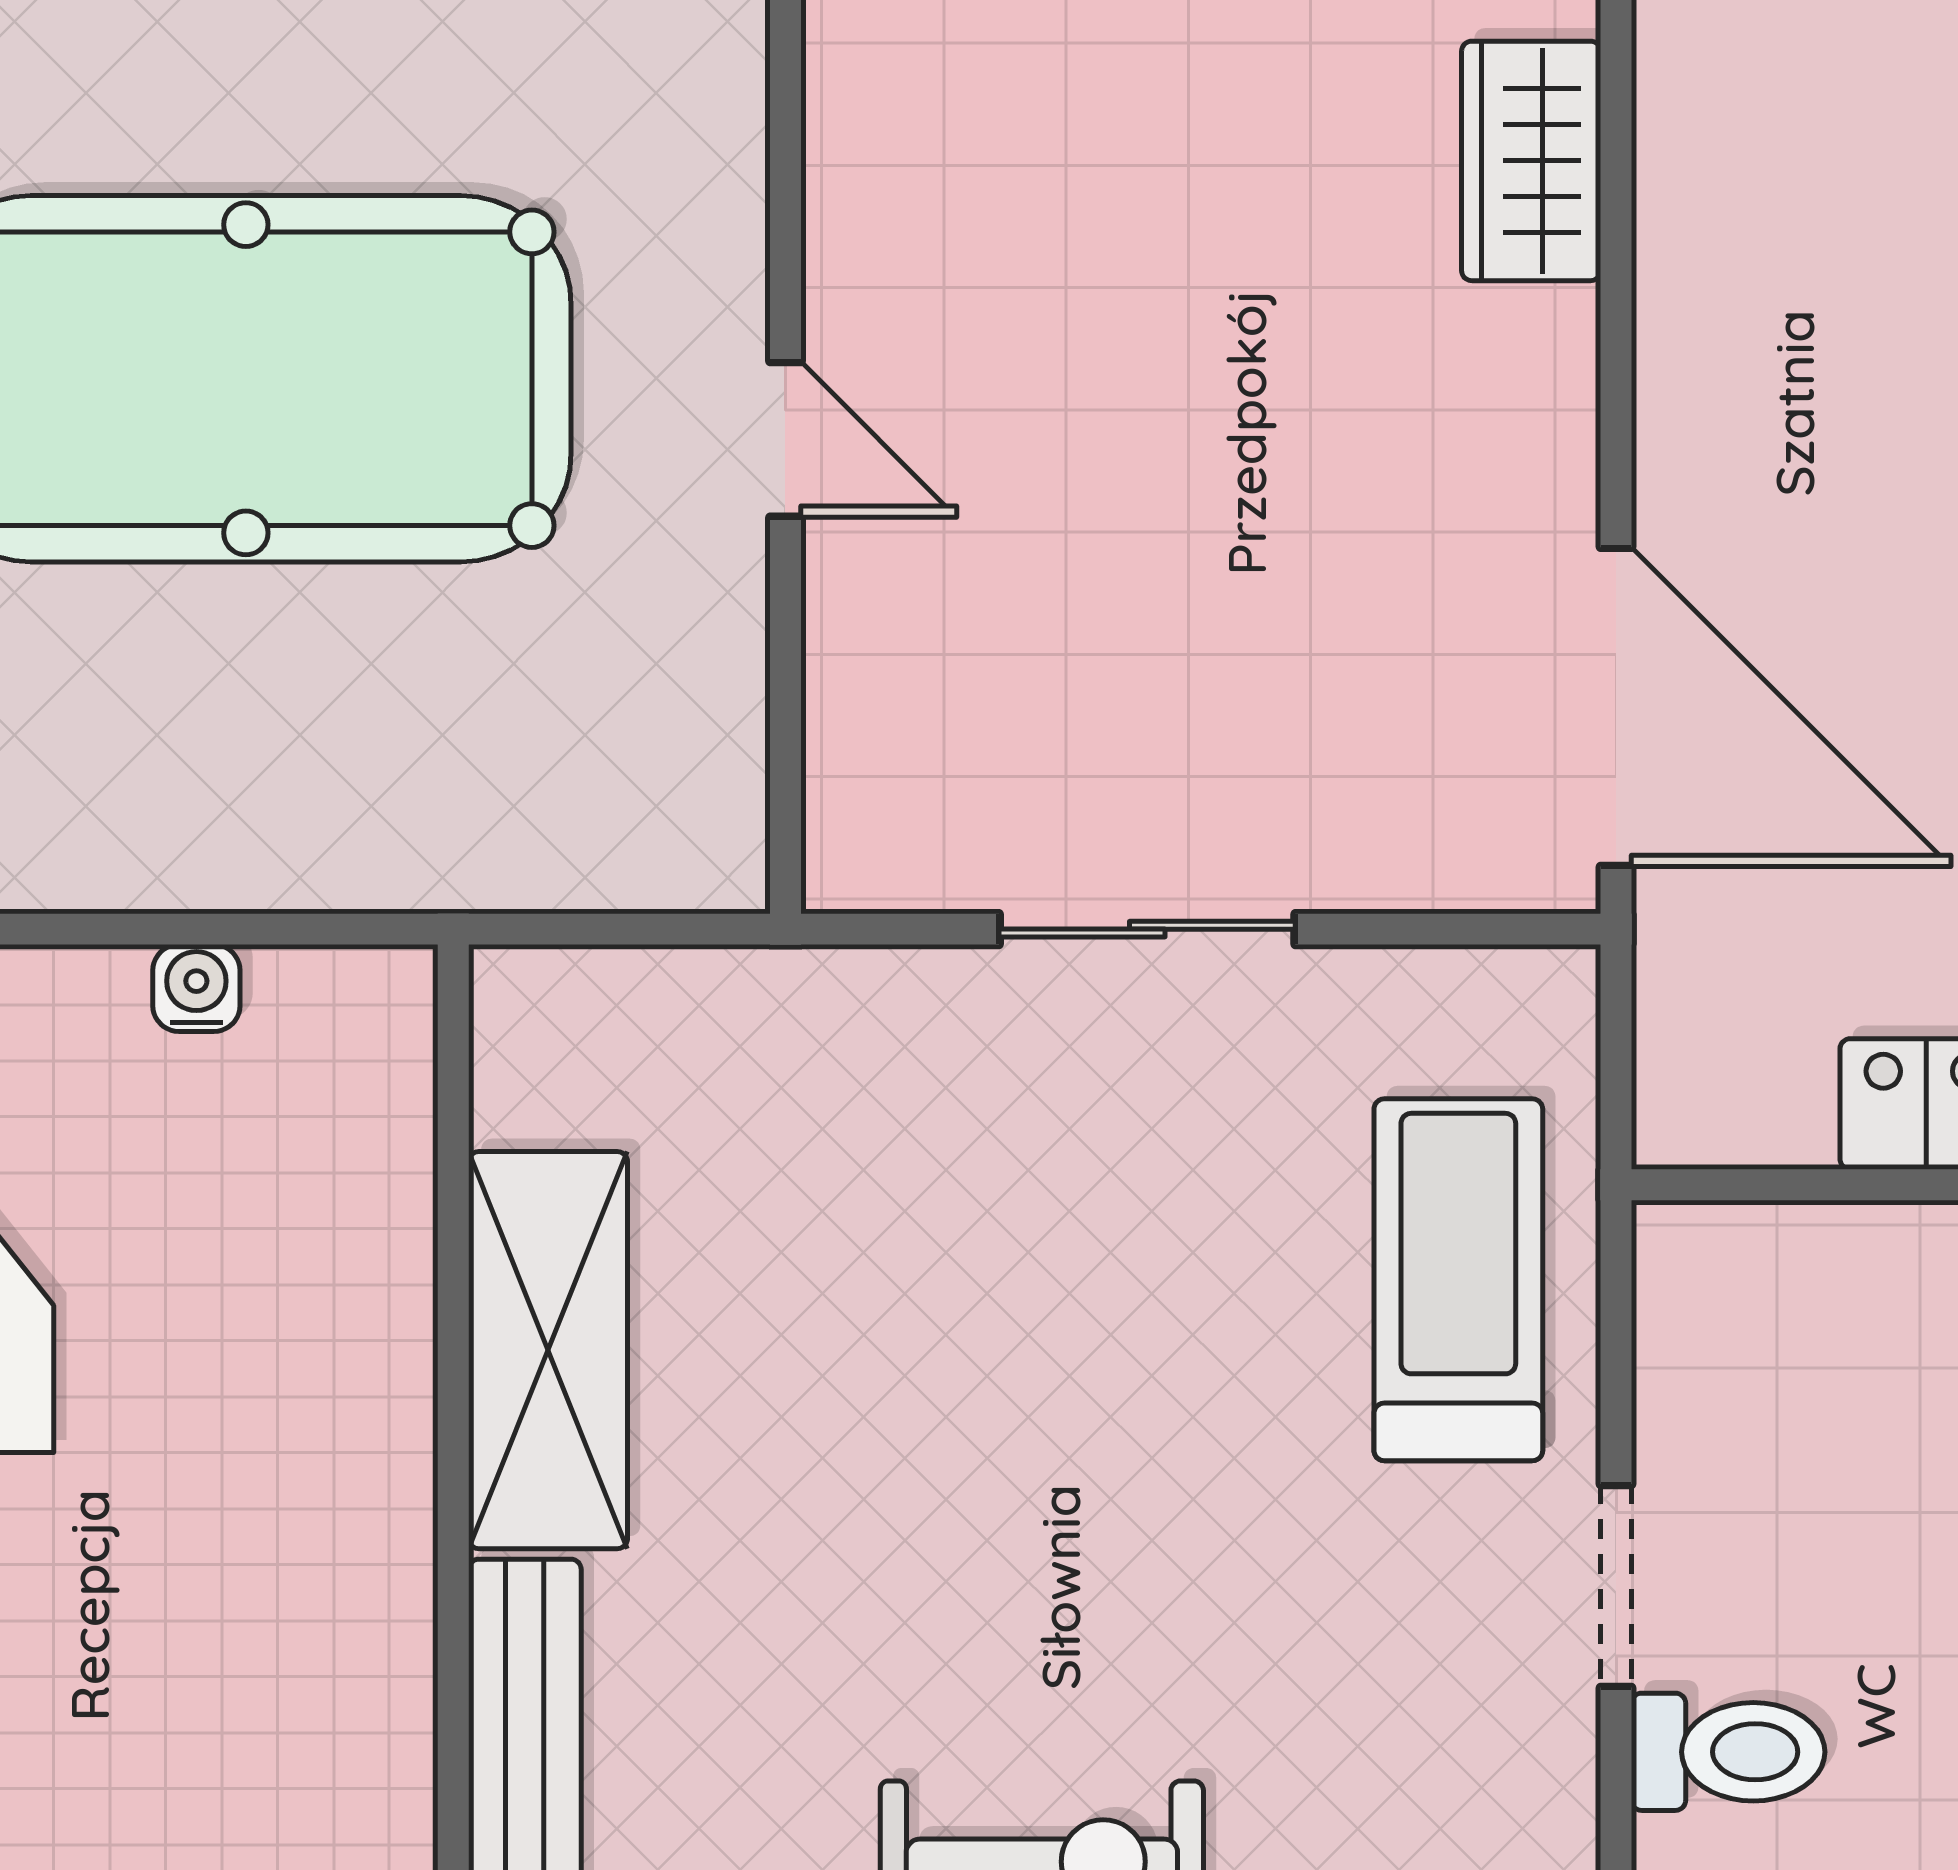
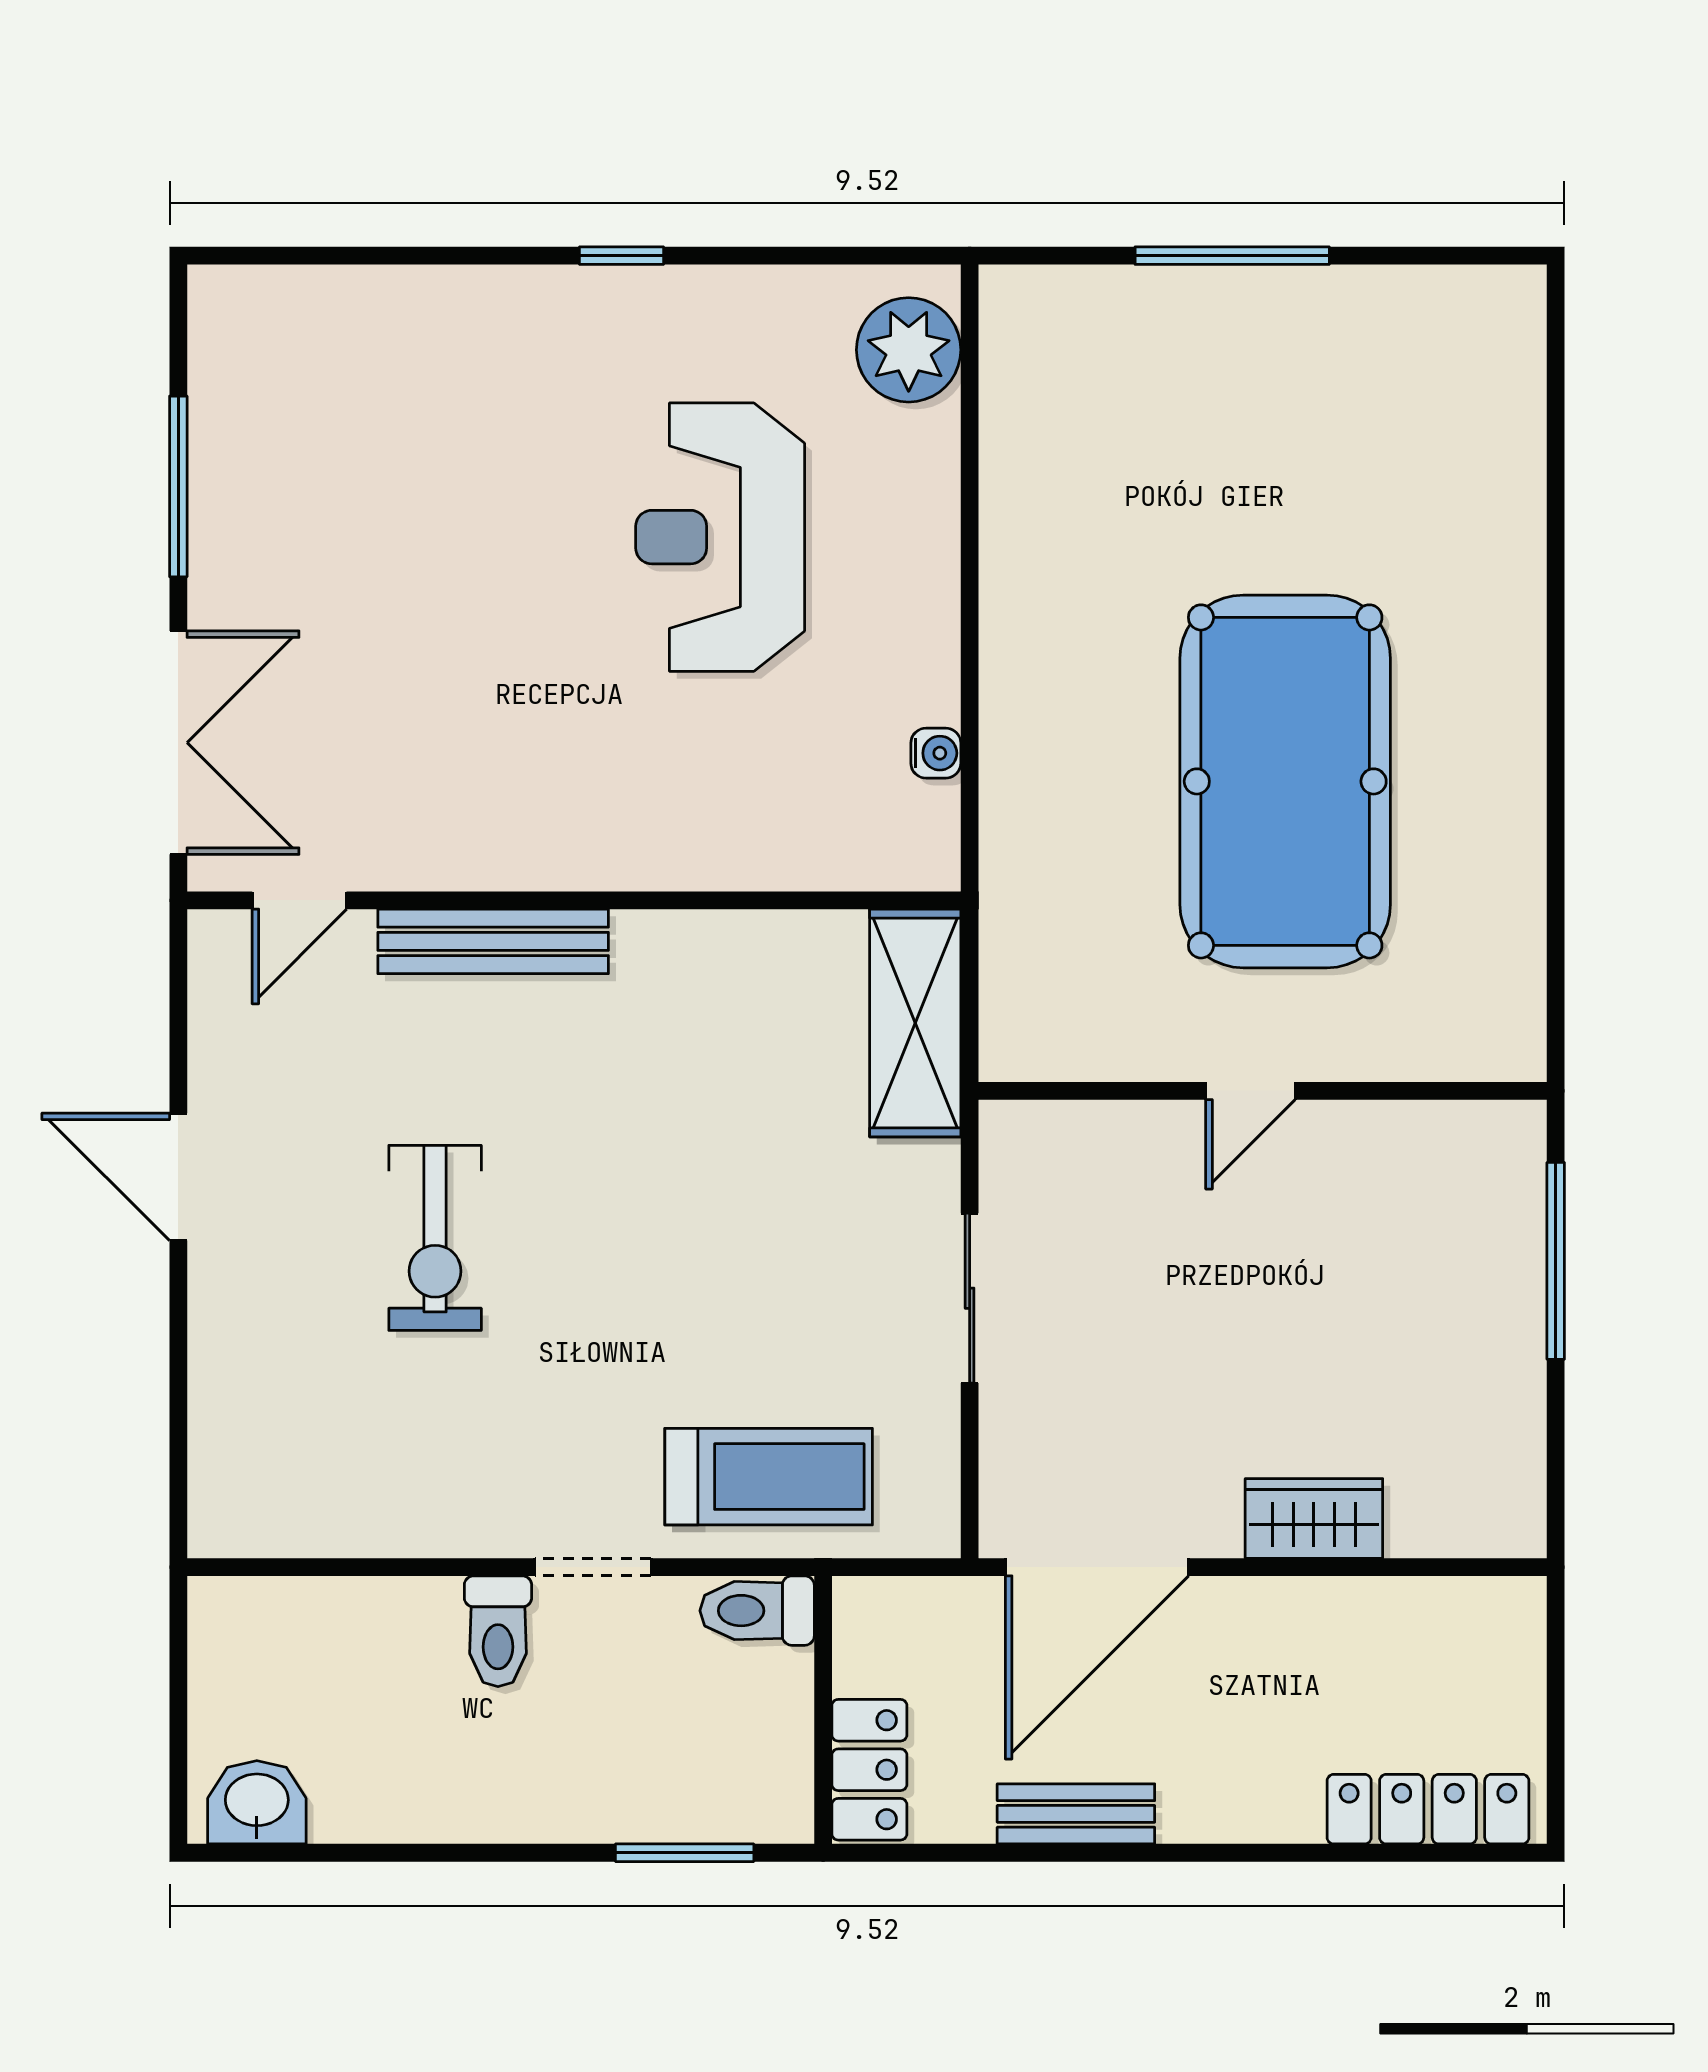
wardrobe: (1531, 161) -> (1314, 1518), moved
toilet: (1692, 1300) -> (757, 1611), added
shelving: (548, 1350) -> (915, 1023), moved, turned 90

